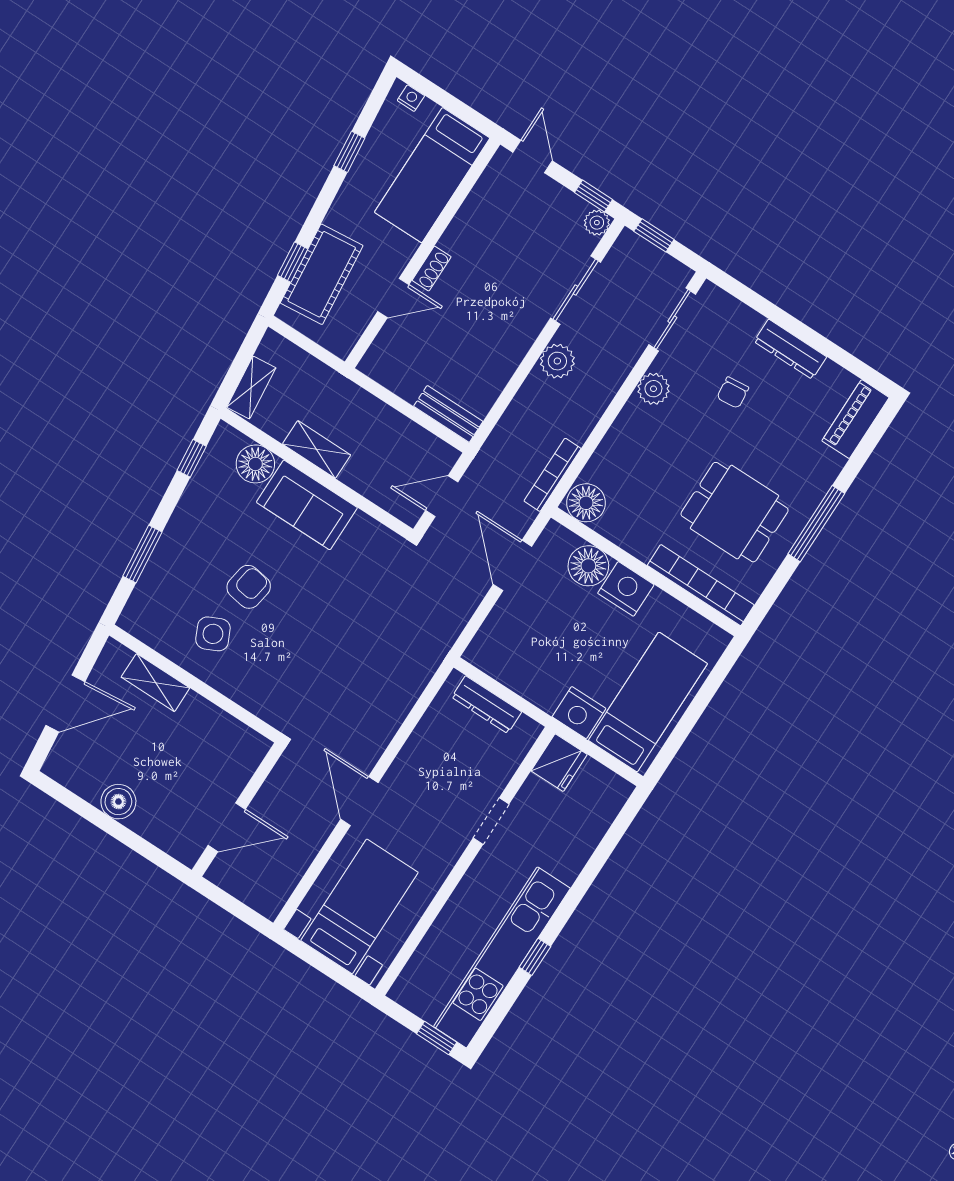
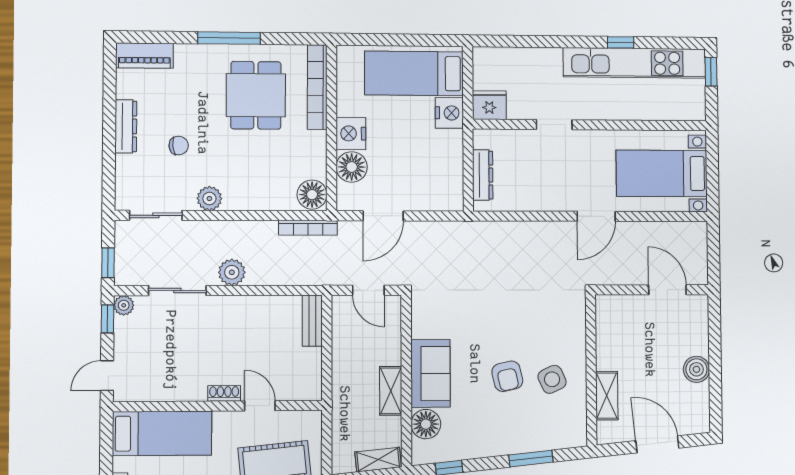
armchair: (249, 587) -> (507, 376), turned -112

